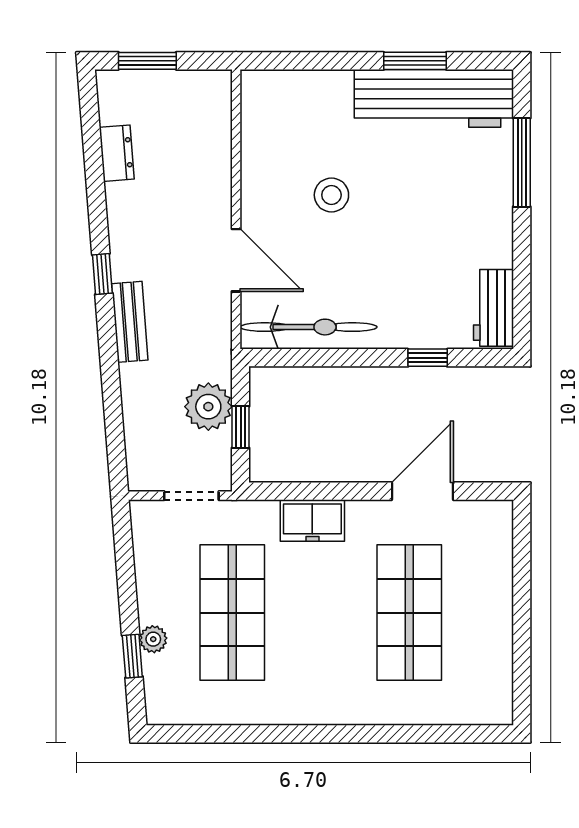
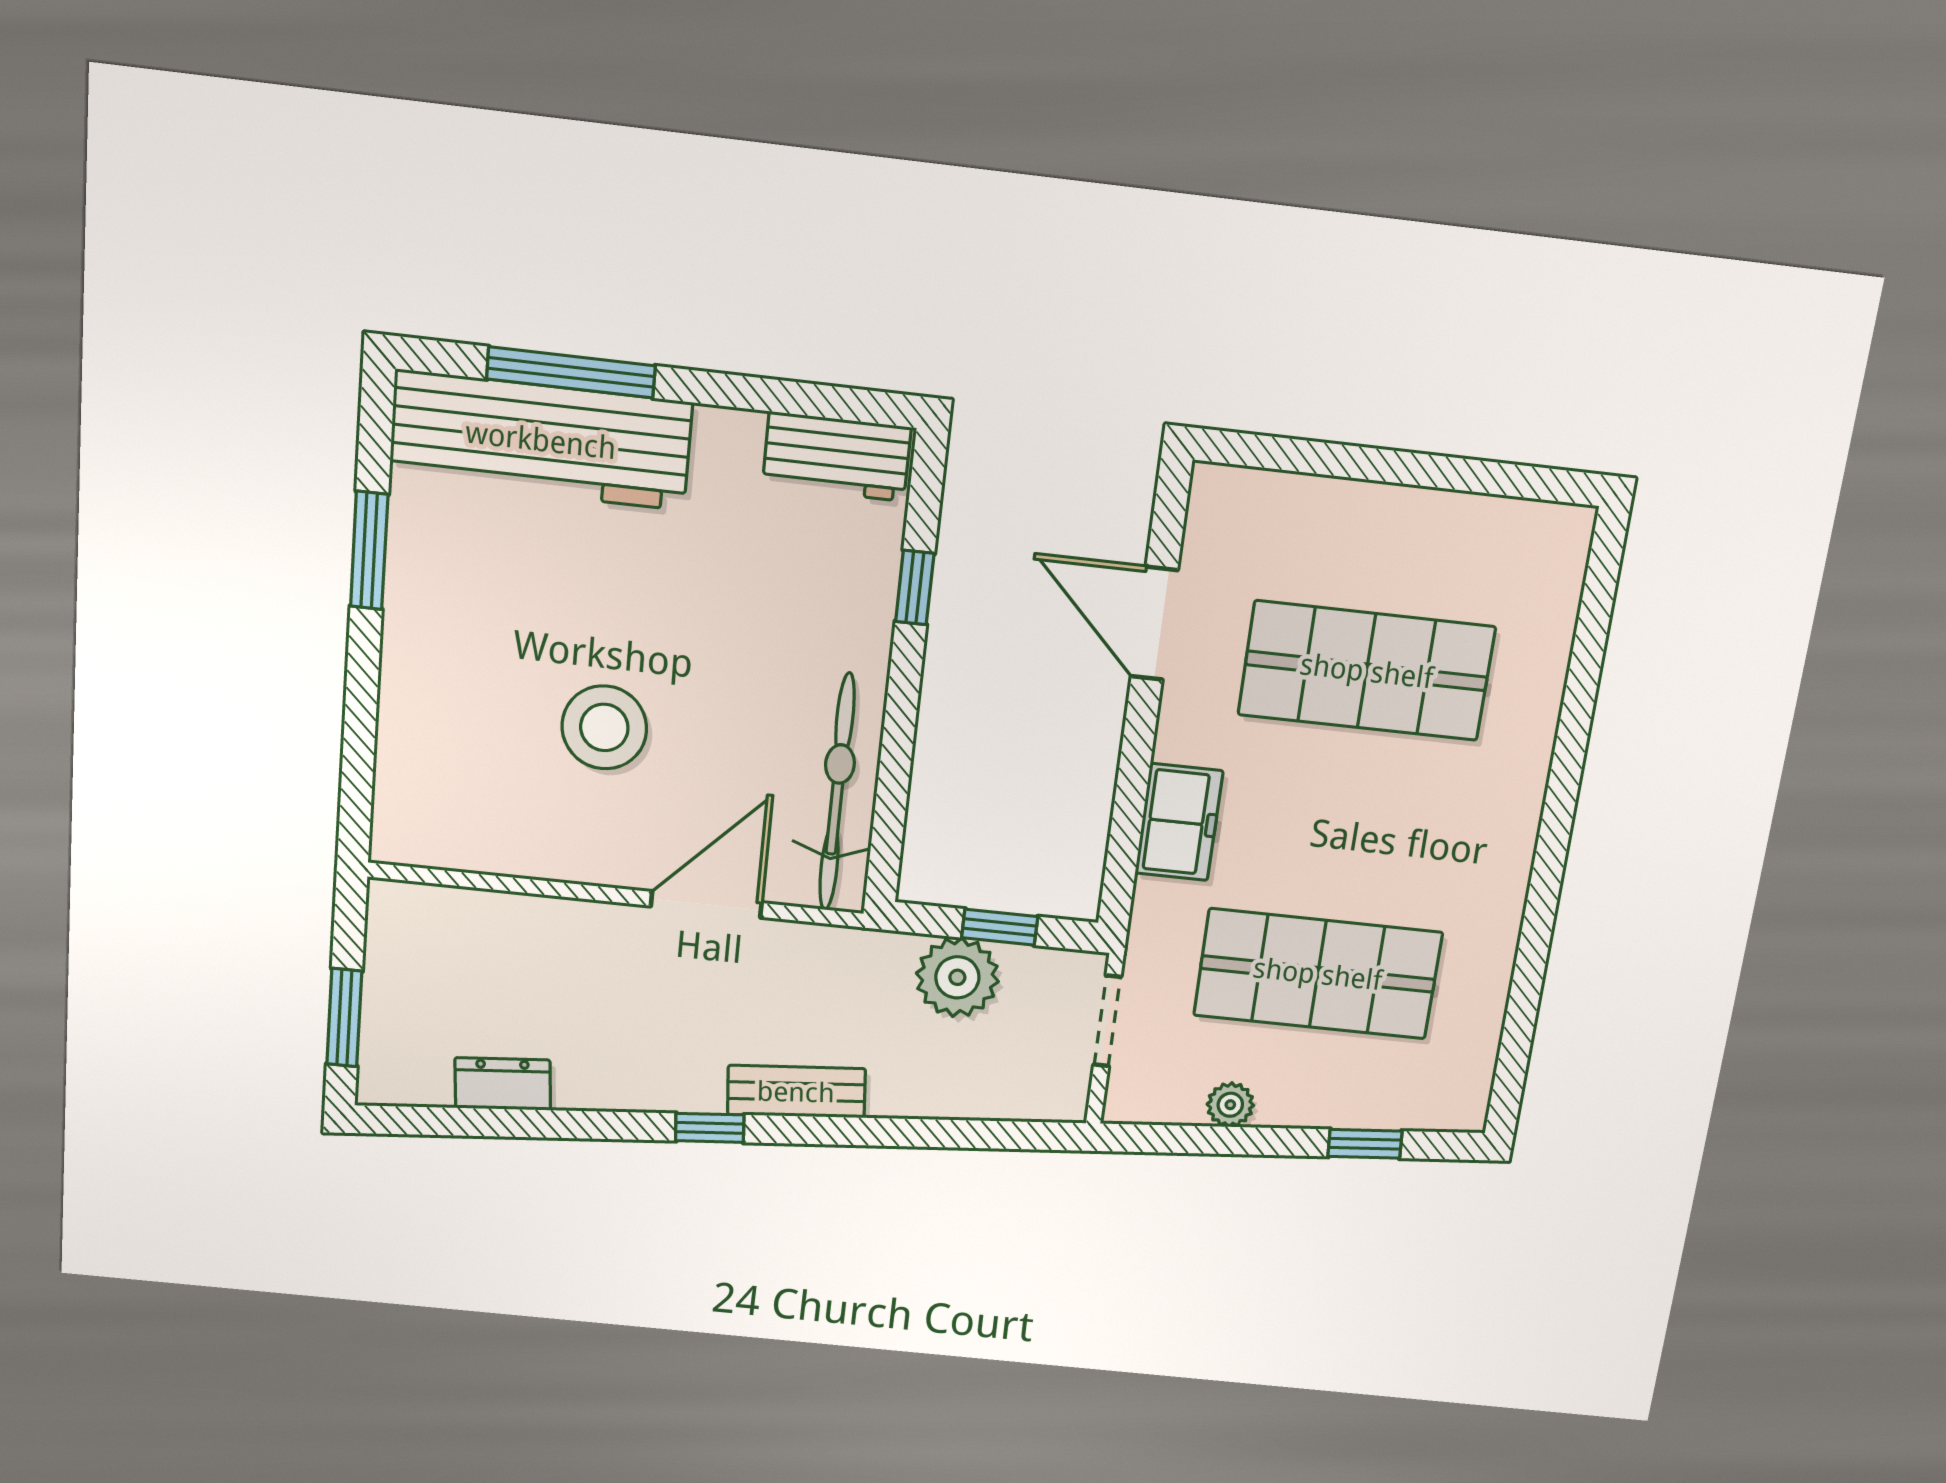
workbench: (434, 98) -> (541, 440), moved, turned 90
stool: (331, 195) -> (604, 727), width x1.38, depth x1.38
plant: (153, 639) -> (1230, 1105), moved

